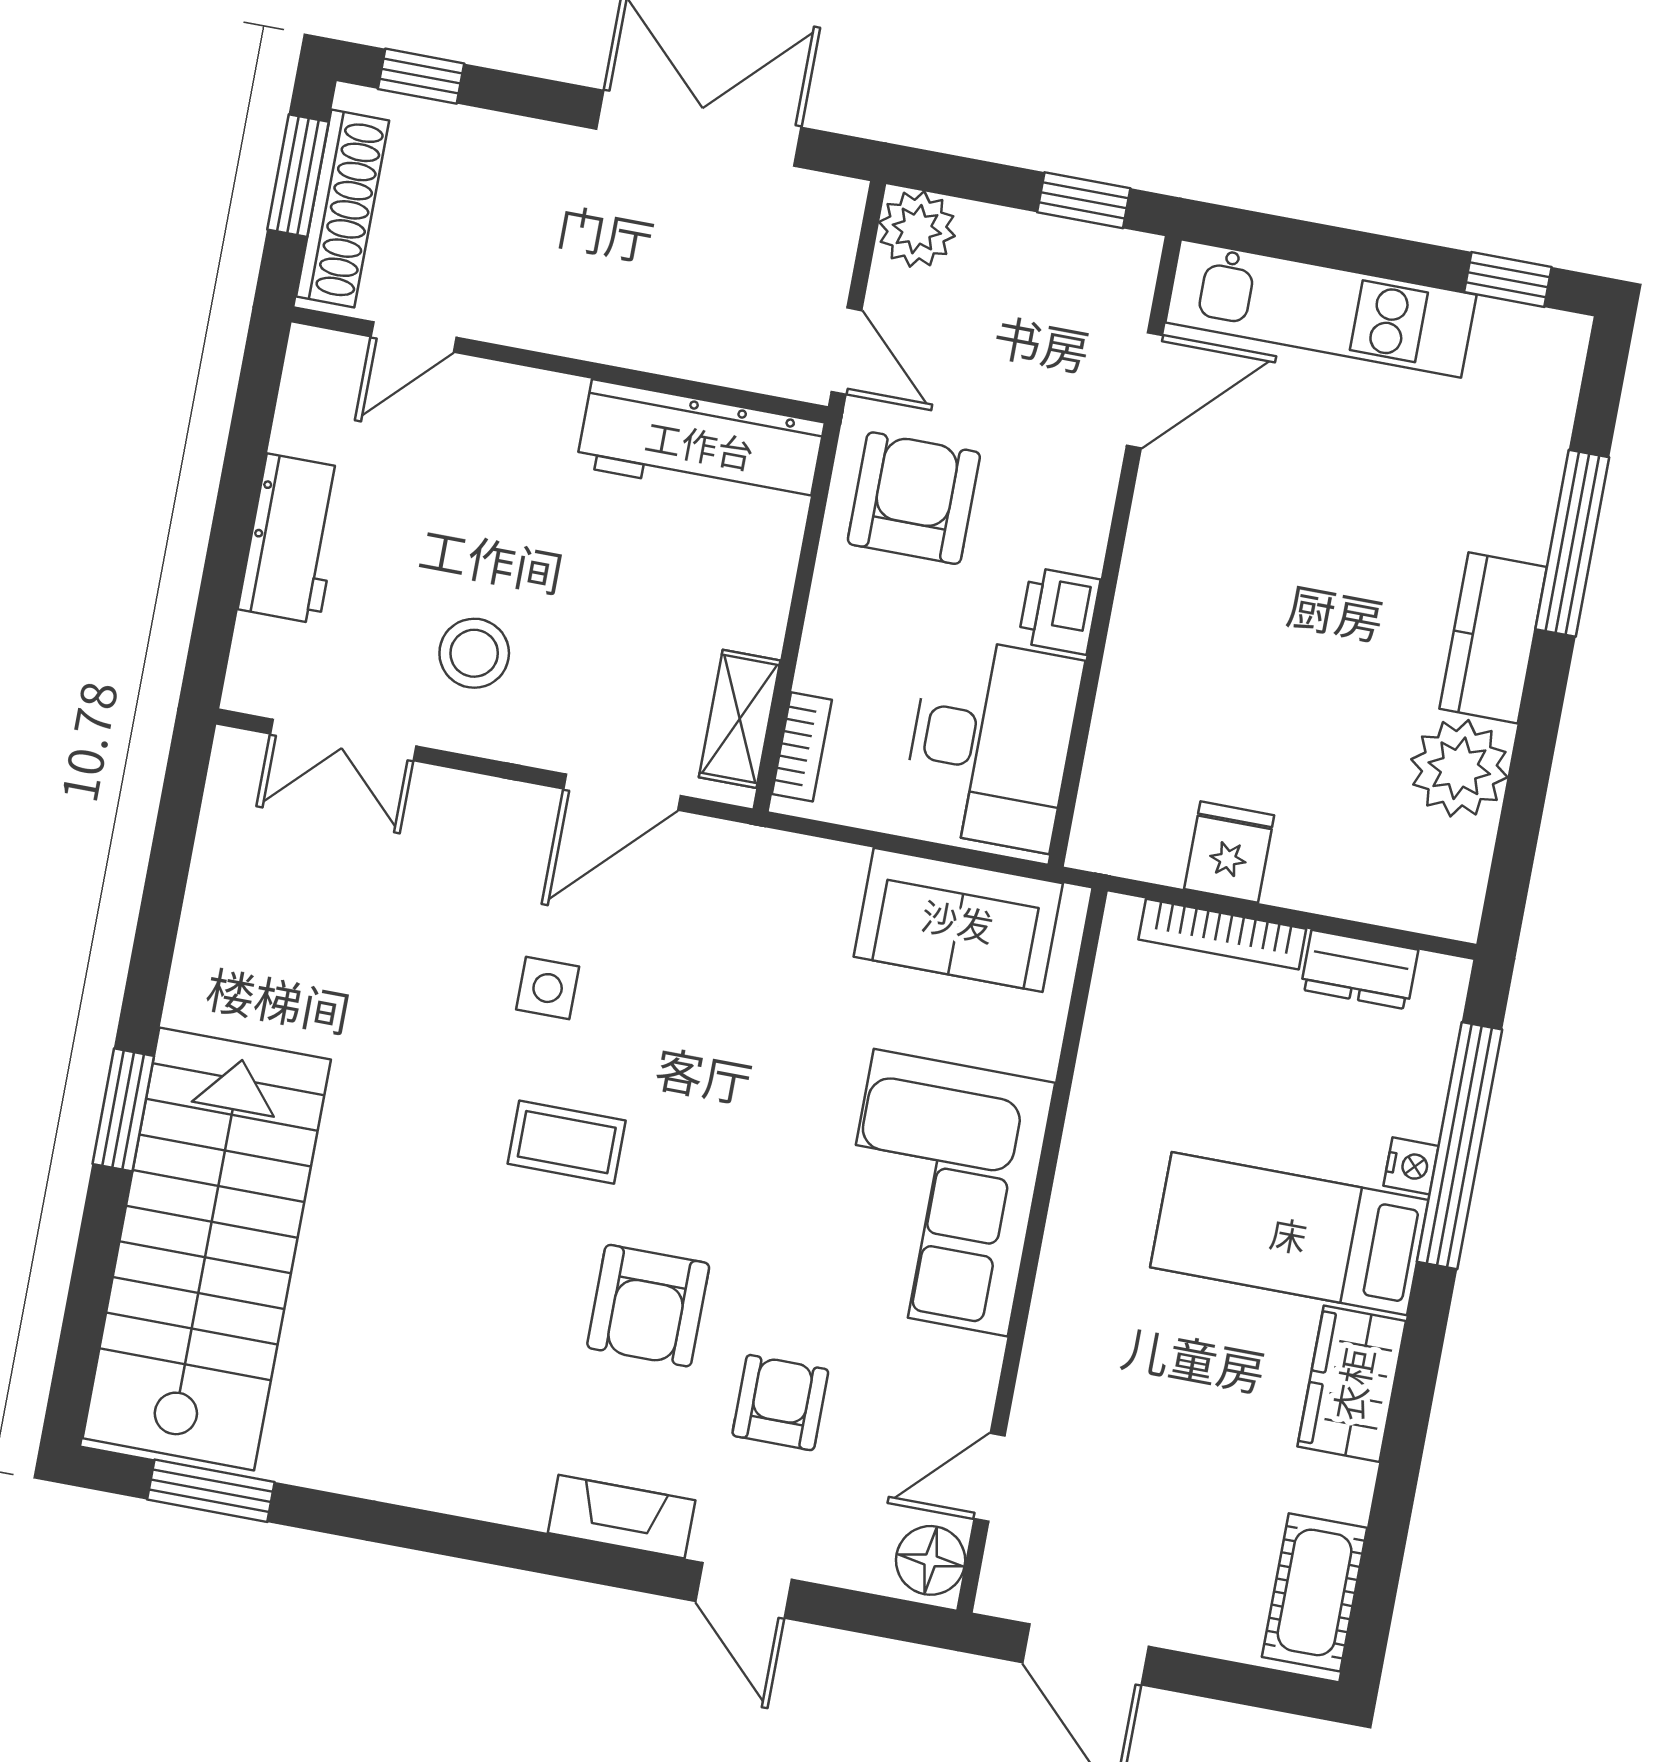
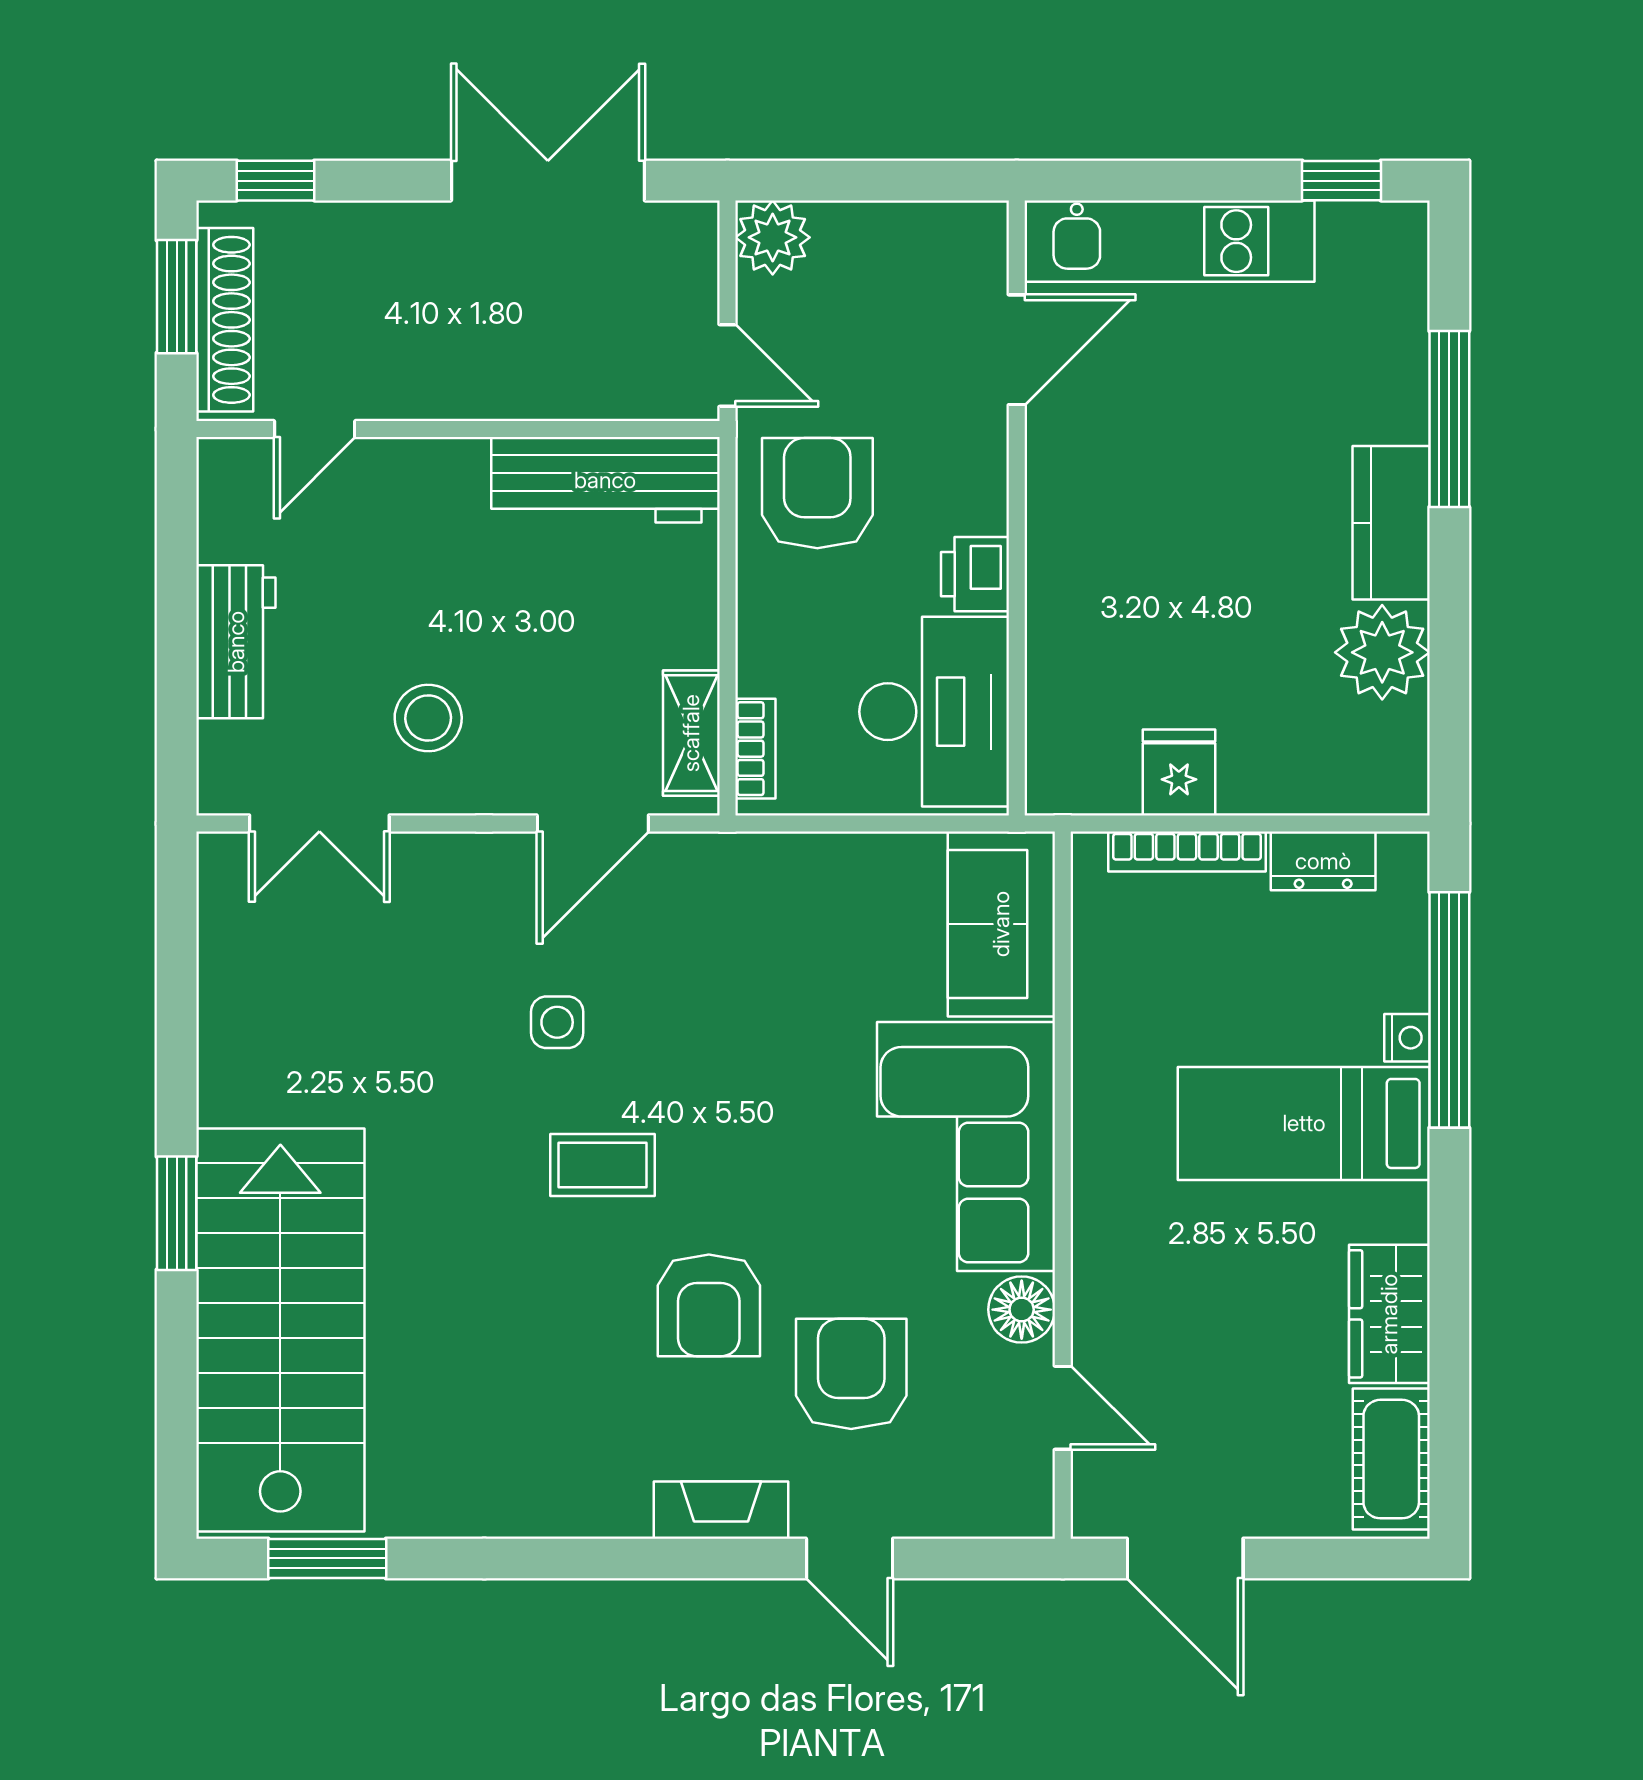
window: (1084, 200) -> (925, 181), removed
sofa: (958, 920) -> (1001, 924), moved, turned 90
wardrobe: (1352, 1384) -> (1389, 1314), moved
armchair: (780, 1403) -> (851, 1374), width x1.38, depth x1.38
door: (990, 1477) -> (1063, 1408), swing flipped
floor lamp: (931, 1560) -> (1022, 1310), moved

